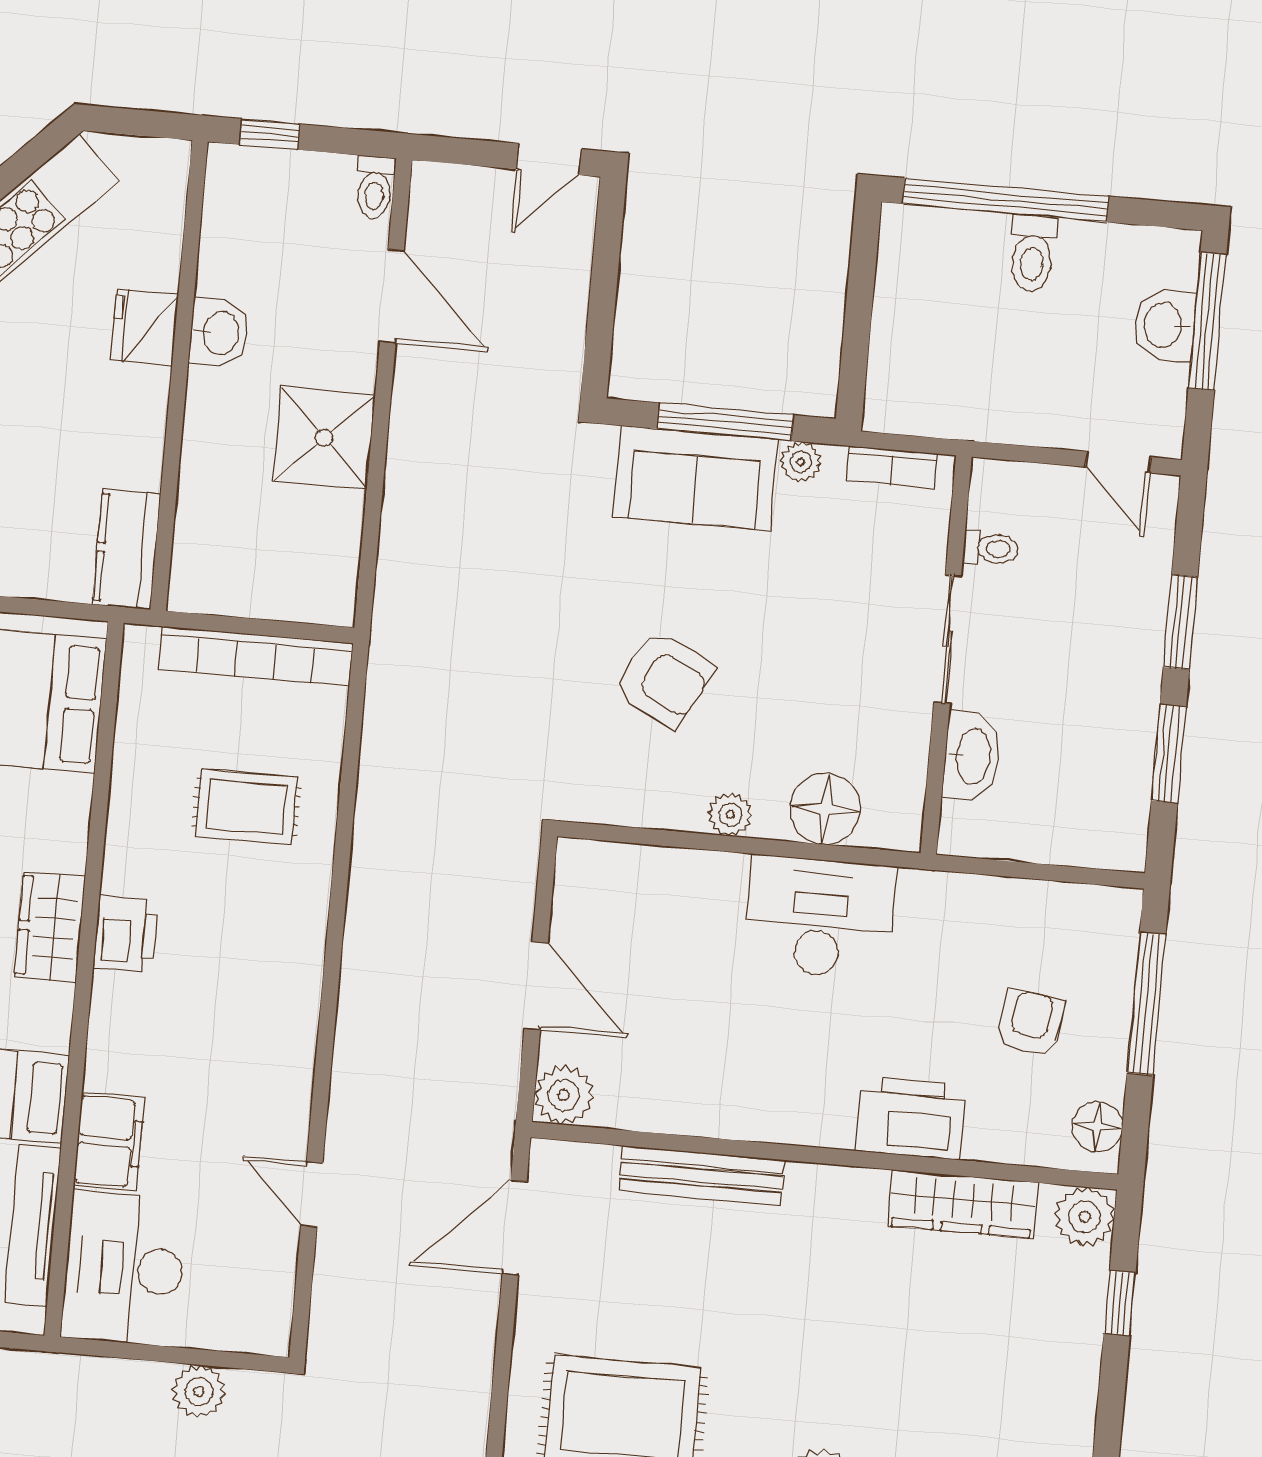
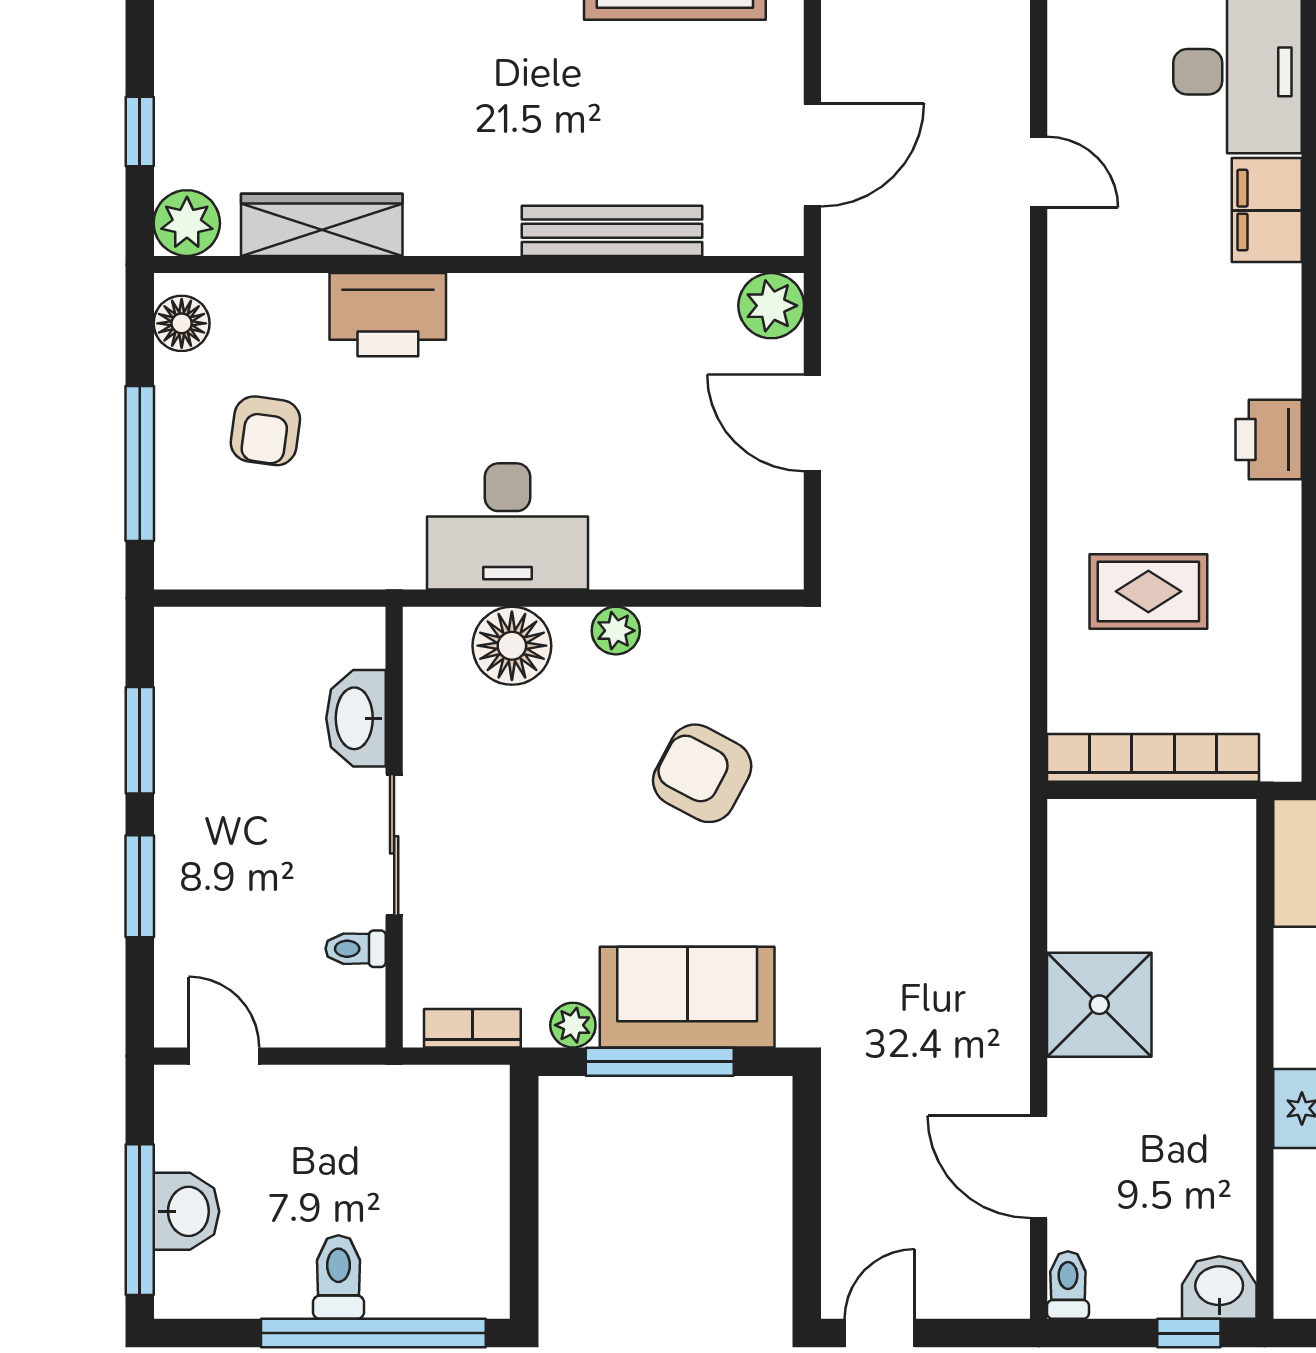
washbasin: (219, 333) -> (1219, 1288), moved, turned 90

